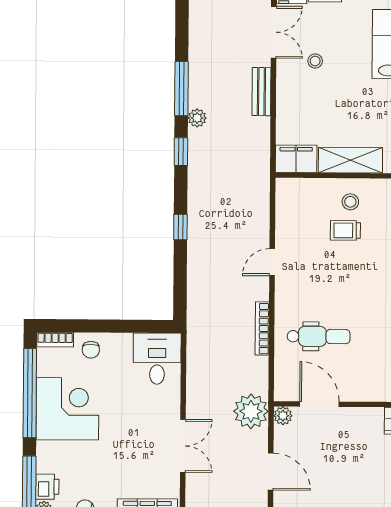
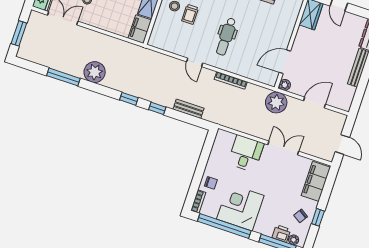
window: (181, 89) -> (63, 77), moved
bench: (261, 92) -> (188, 109), moved
plant: (197, 118) -> (95, 72), width x1.87, depth x1.87
window: (181, 152) -> (129, 99), moved
dental chair: (319, 336) -> (226, 37), moved, turned 180
desk: (157, 359) -> (246, 153), moved, turned 90

